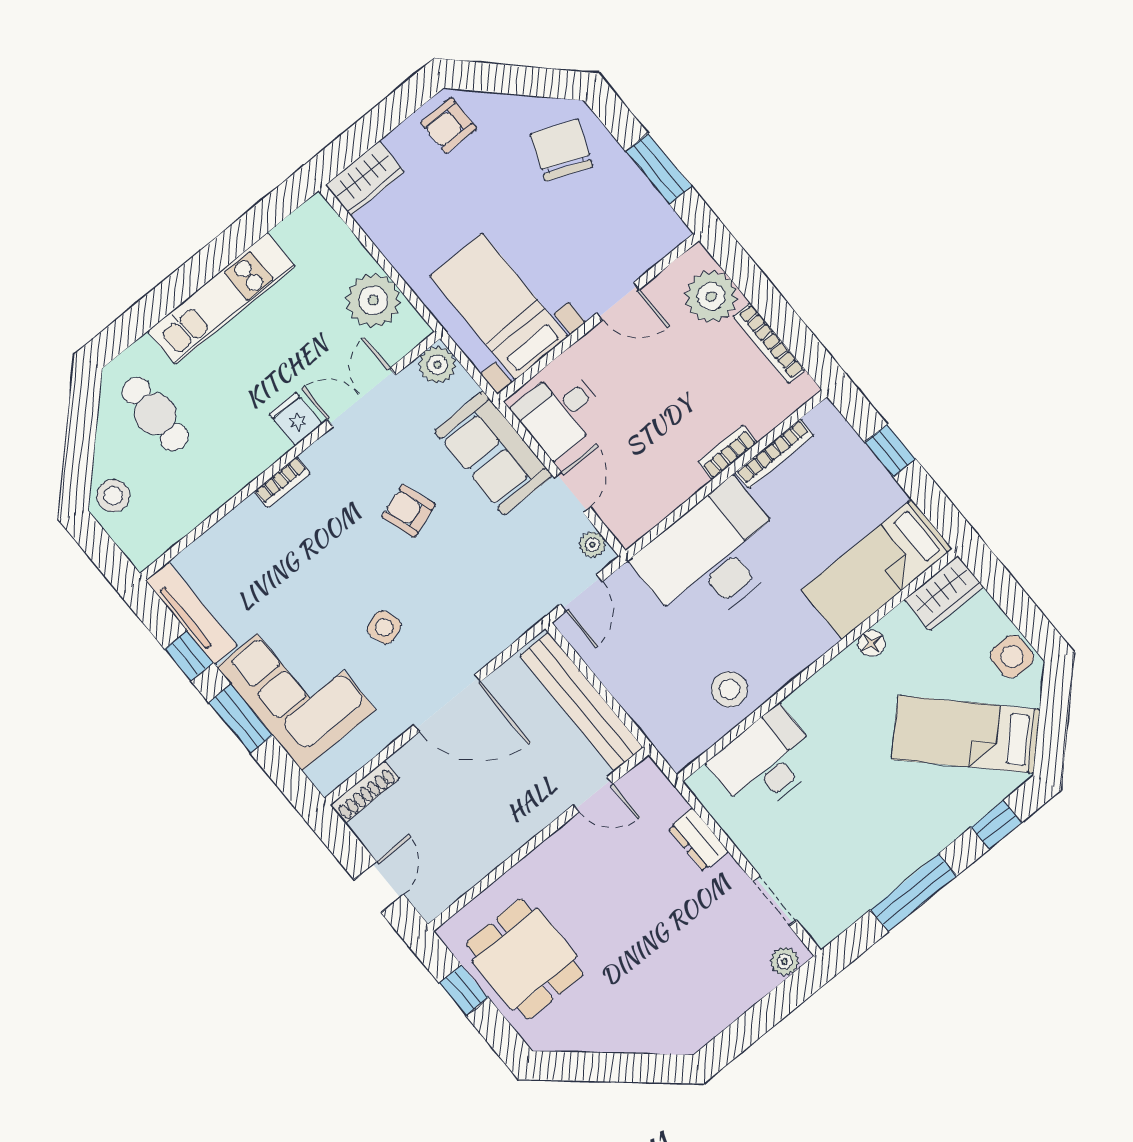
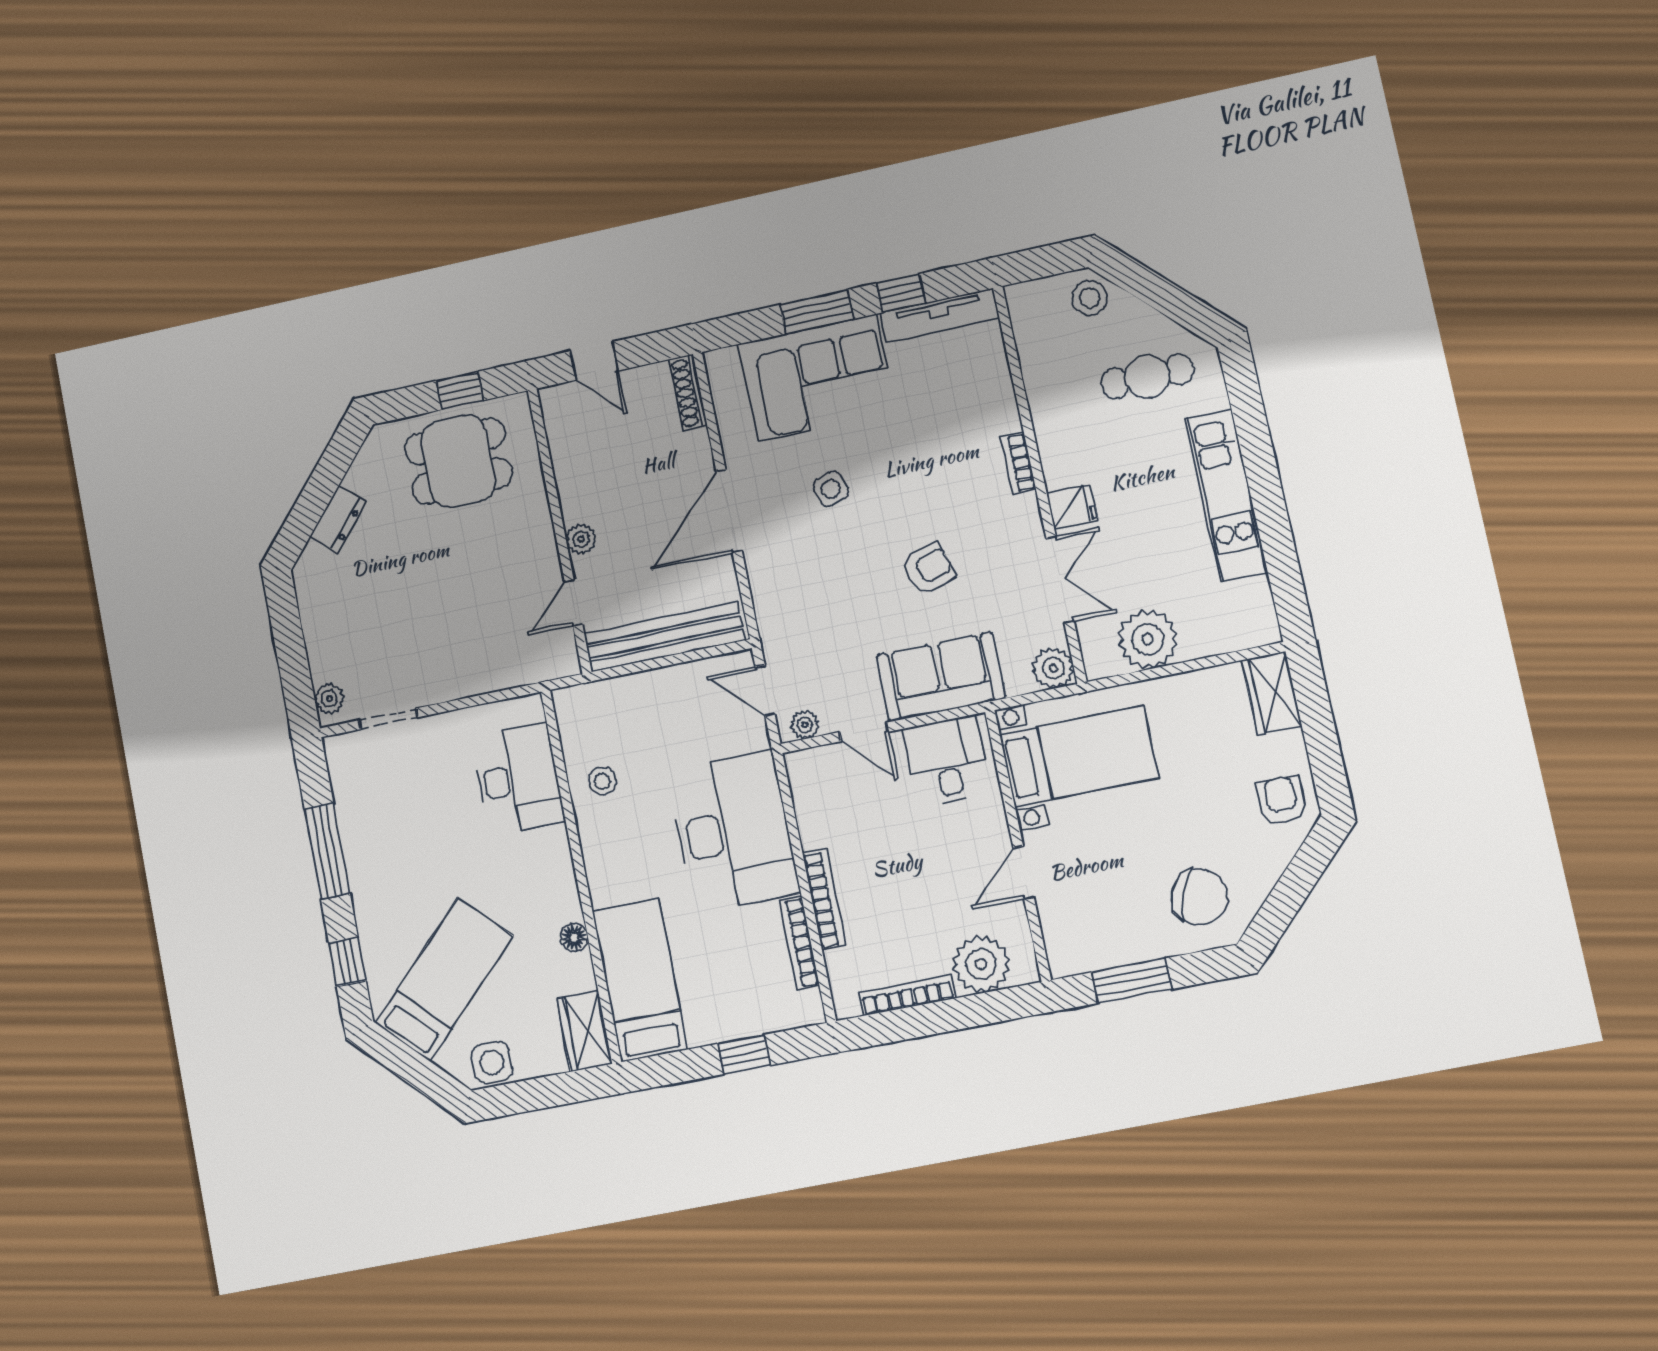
bookcase: (727, 452) -> (824, 899), width x1.56
stool: (729, 689) -> (602, 781), width x0.73, depth x0.73
plant: (536, 817) -> (581, 539), added
dresser: (698, 840) -> (338, 519), moved, turned 131

